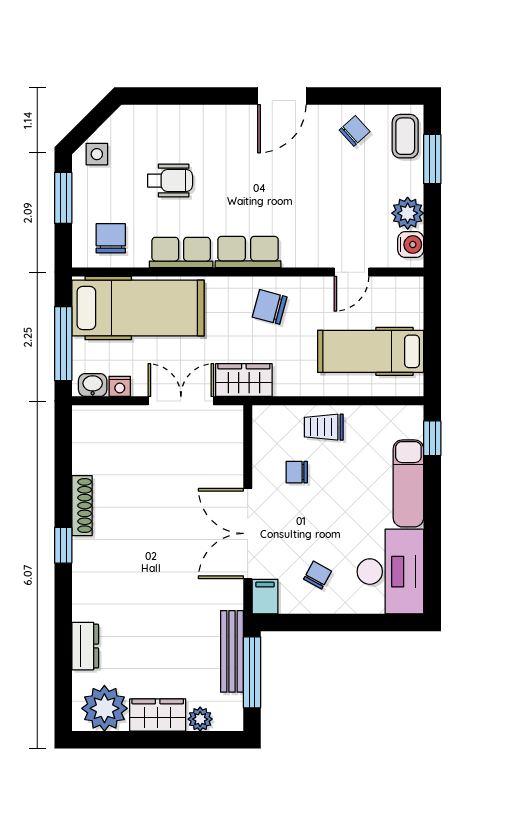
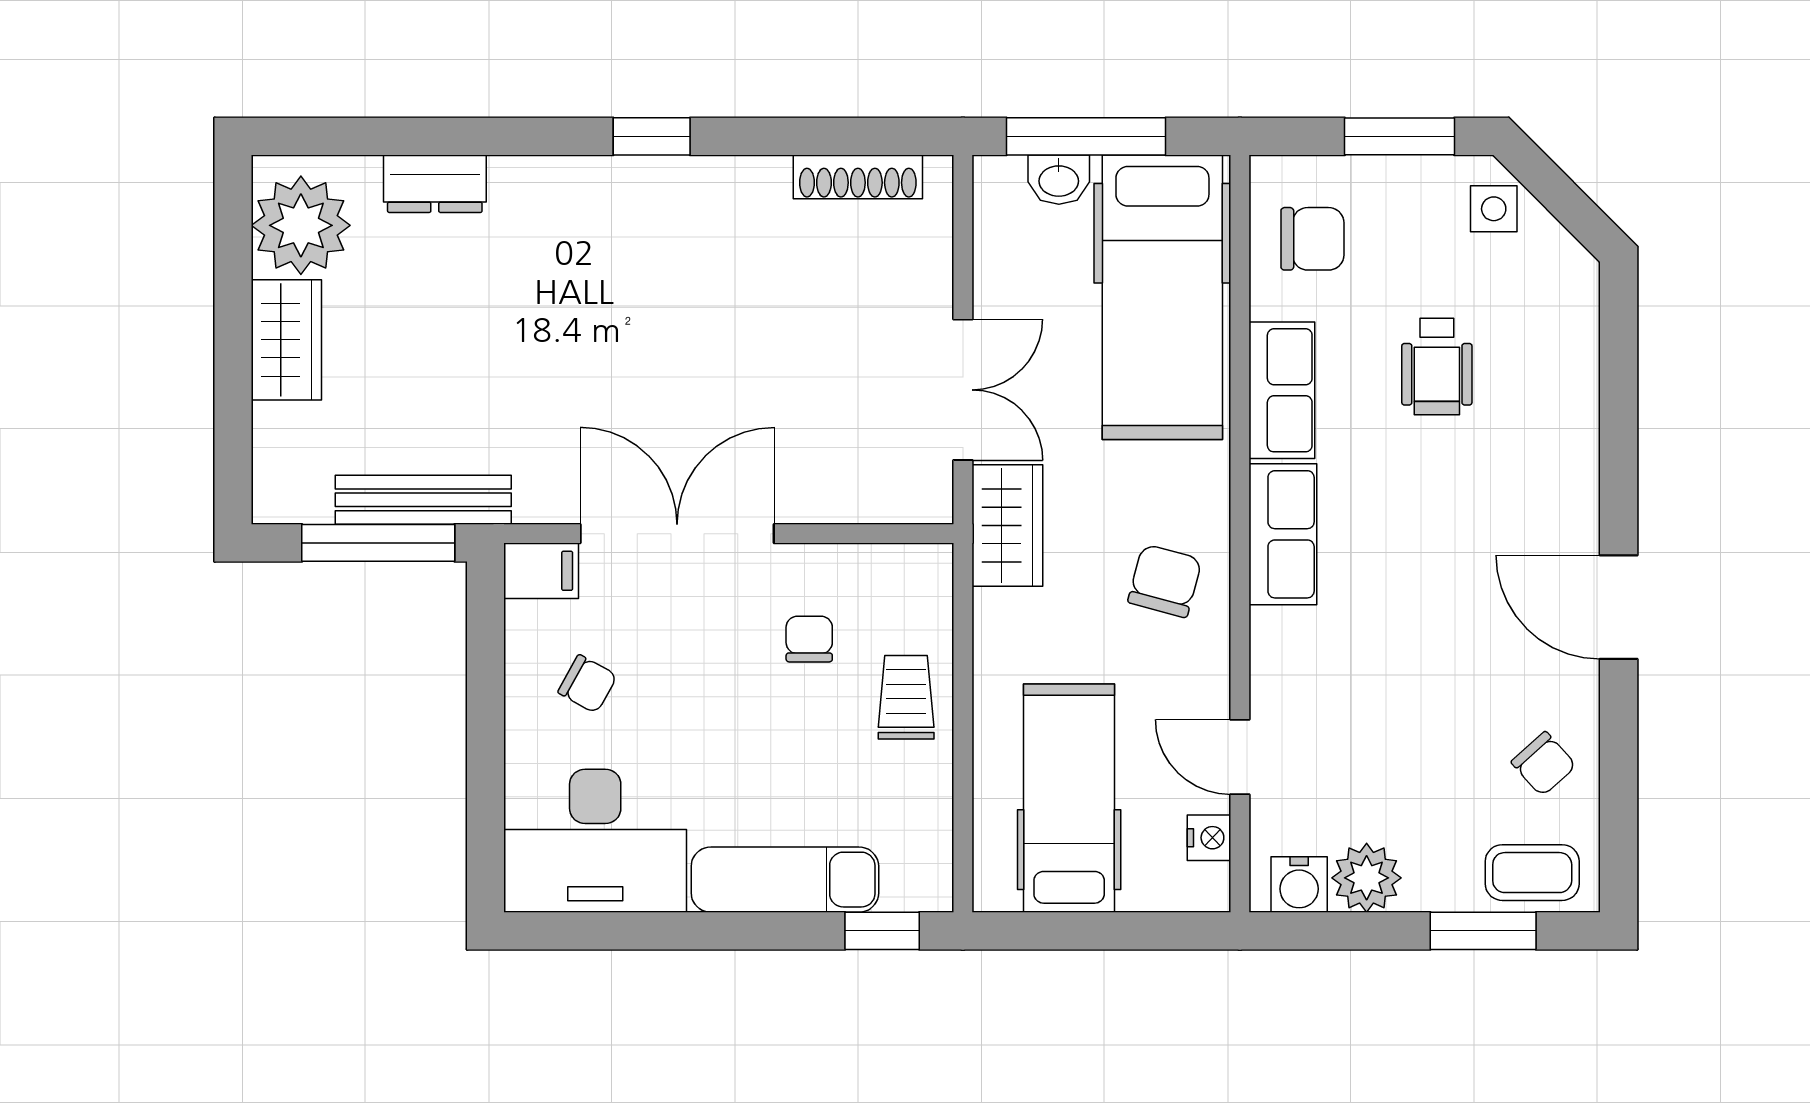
washbasin: (93, 385) -> (1059, 180), moved, turned 90
nightstand: (120, 386) -> (1209, 838), moved, turned 180
shoe rack: (82, 506) -> (858, 177), moved
plant: (200, 719) -> (278, 431), removed

